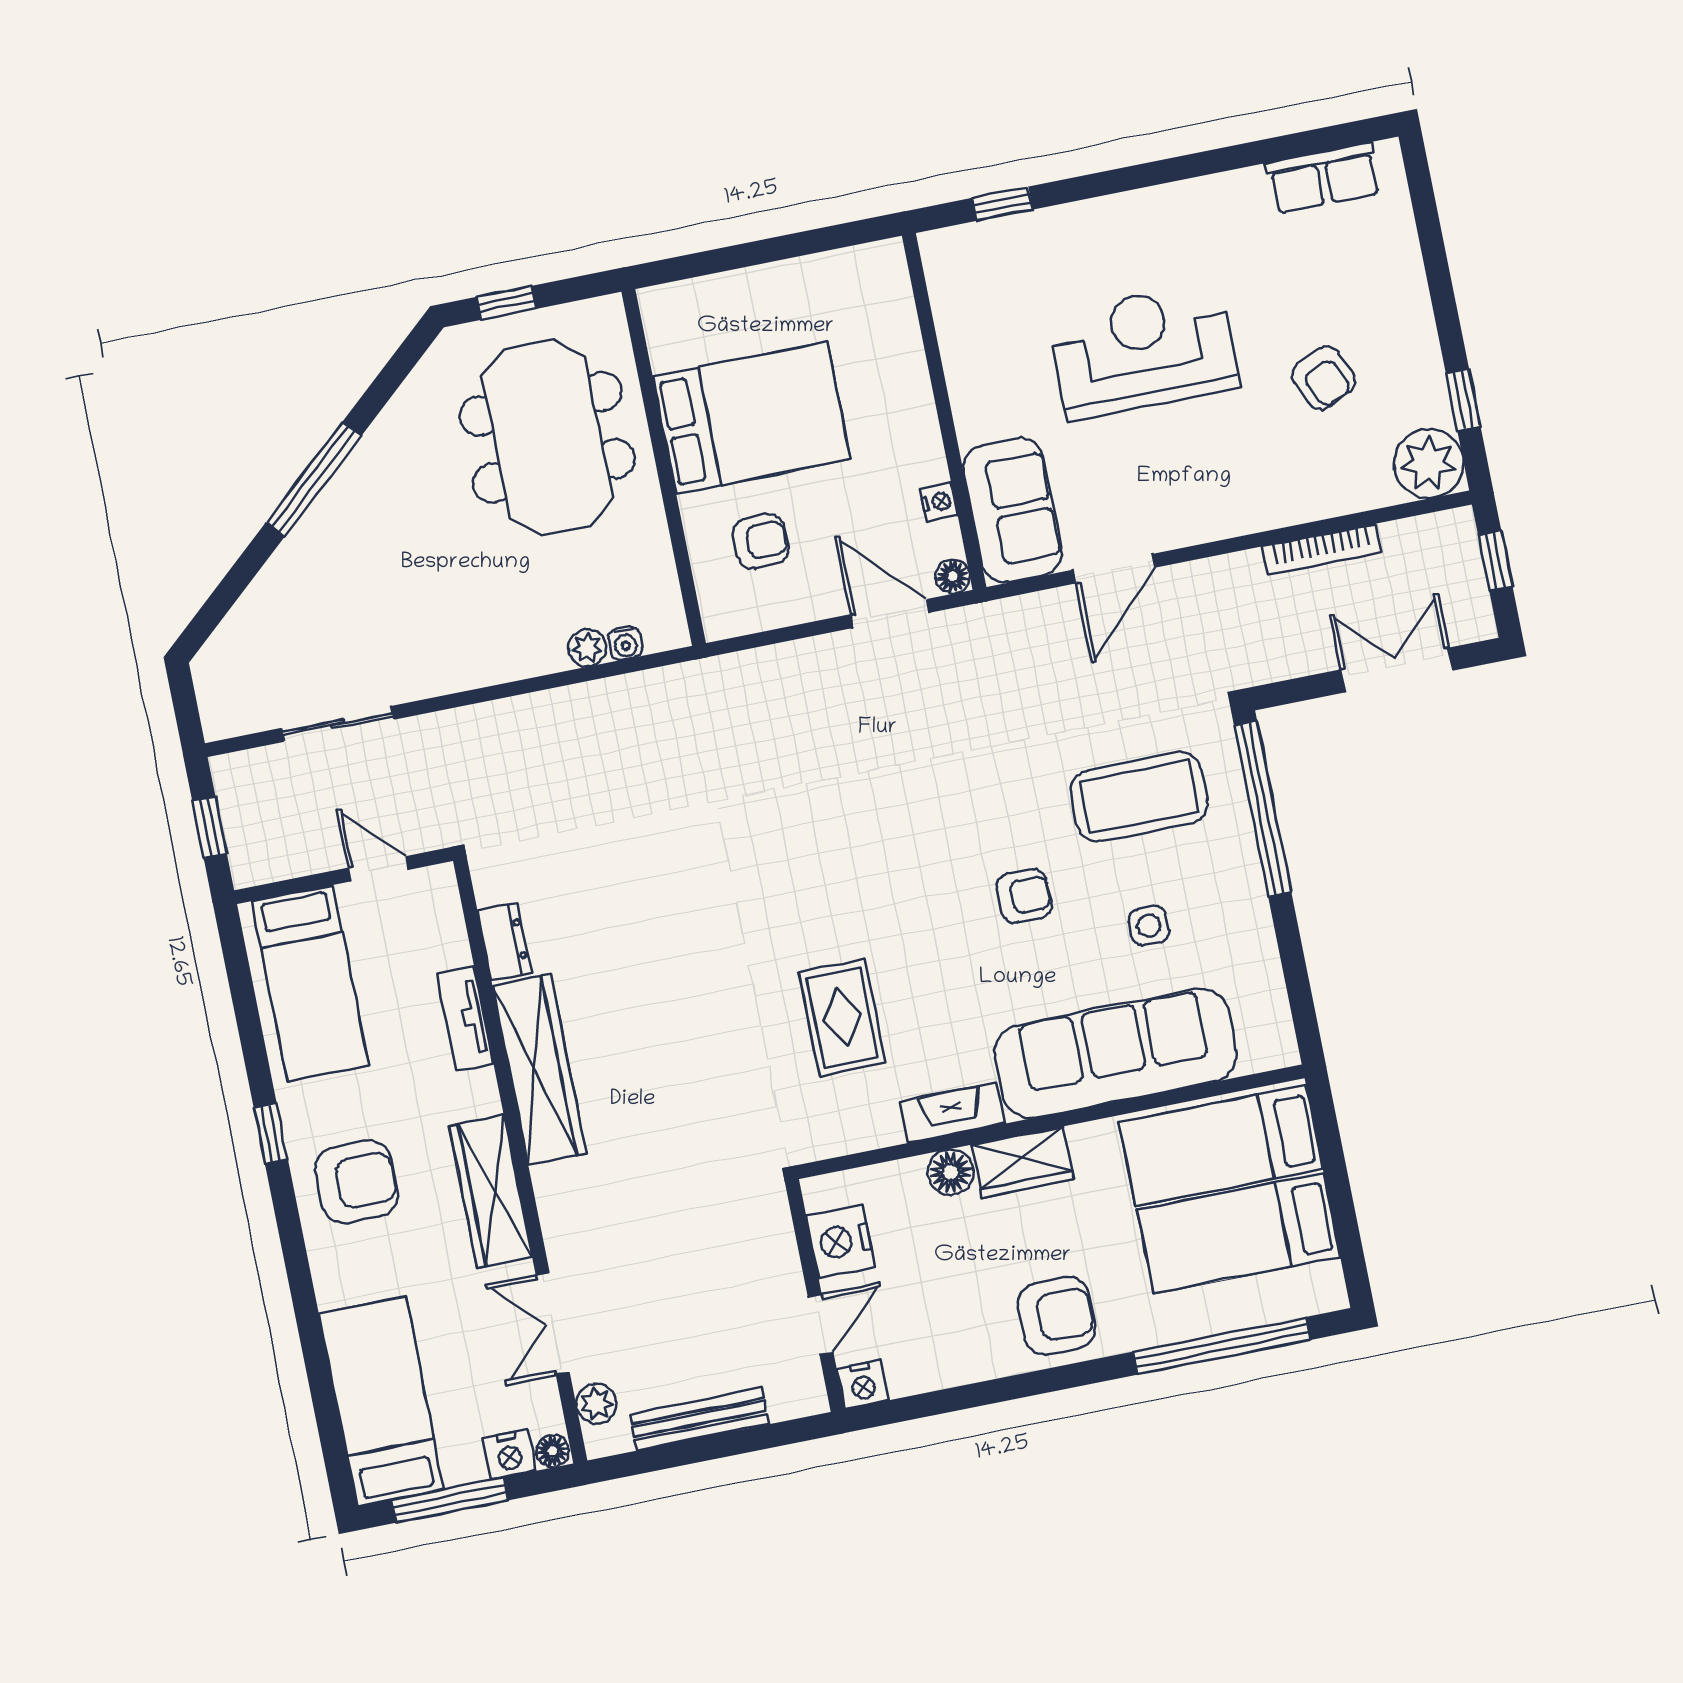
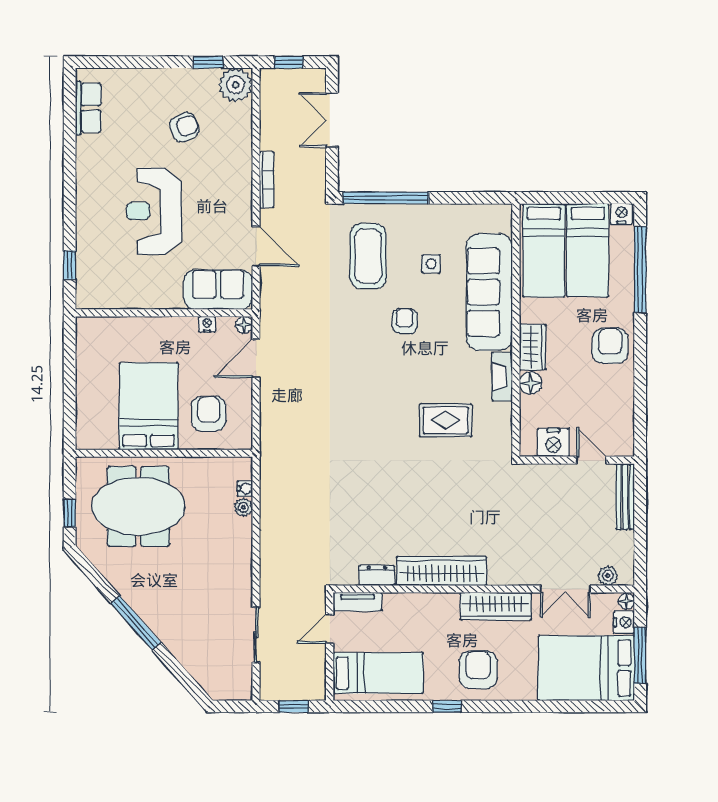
armchair: (761, 541) -> (209, 414), width x1.38, depth x1.38
bookcase: (1322, 549) -> (267, 180), moved
tv unit: (465, 1018) -> (357, 602), moved
nightstand: (863, 1384) -> (622, 214), moved, turned -90
bed: (381, 1402) -> (586, 668), width x1.50
bench: (699, 1419) -> (625, 497), moved

